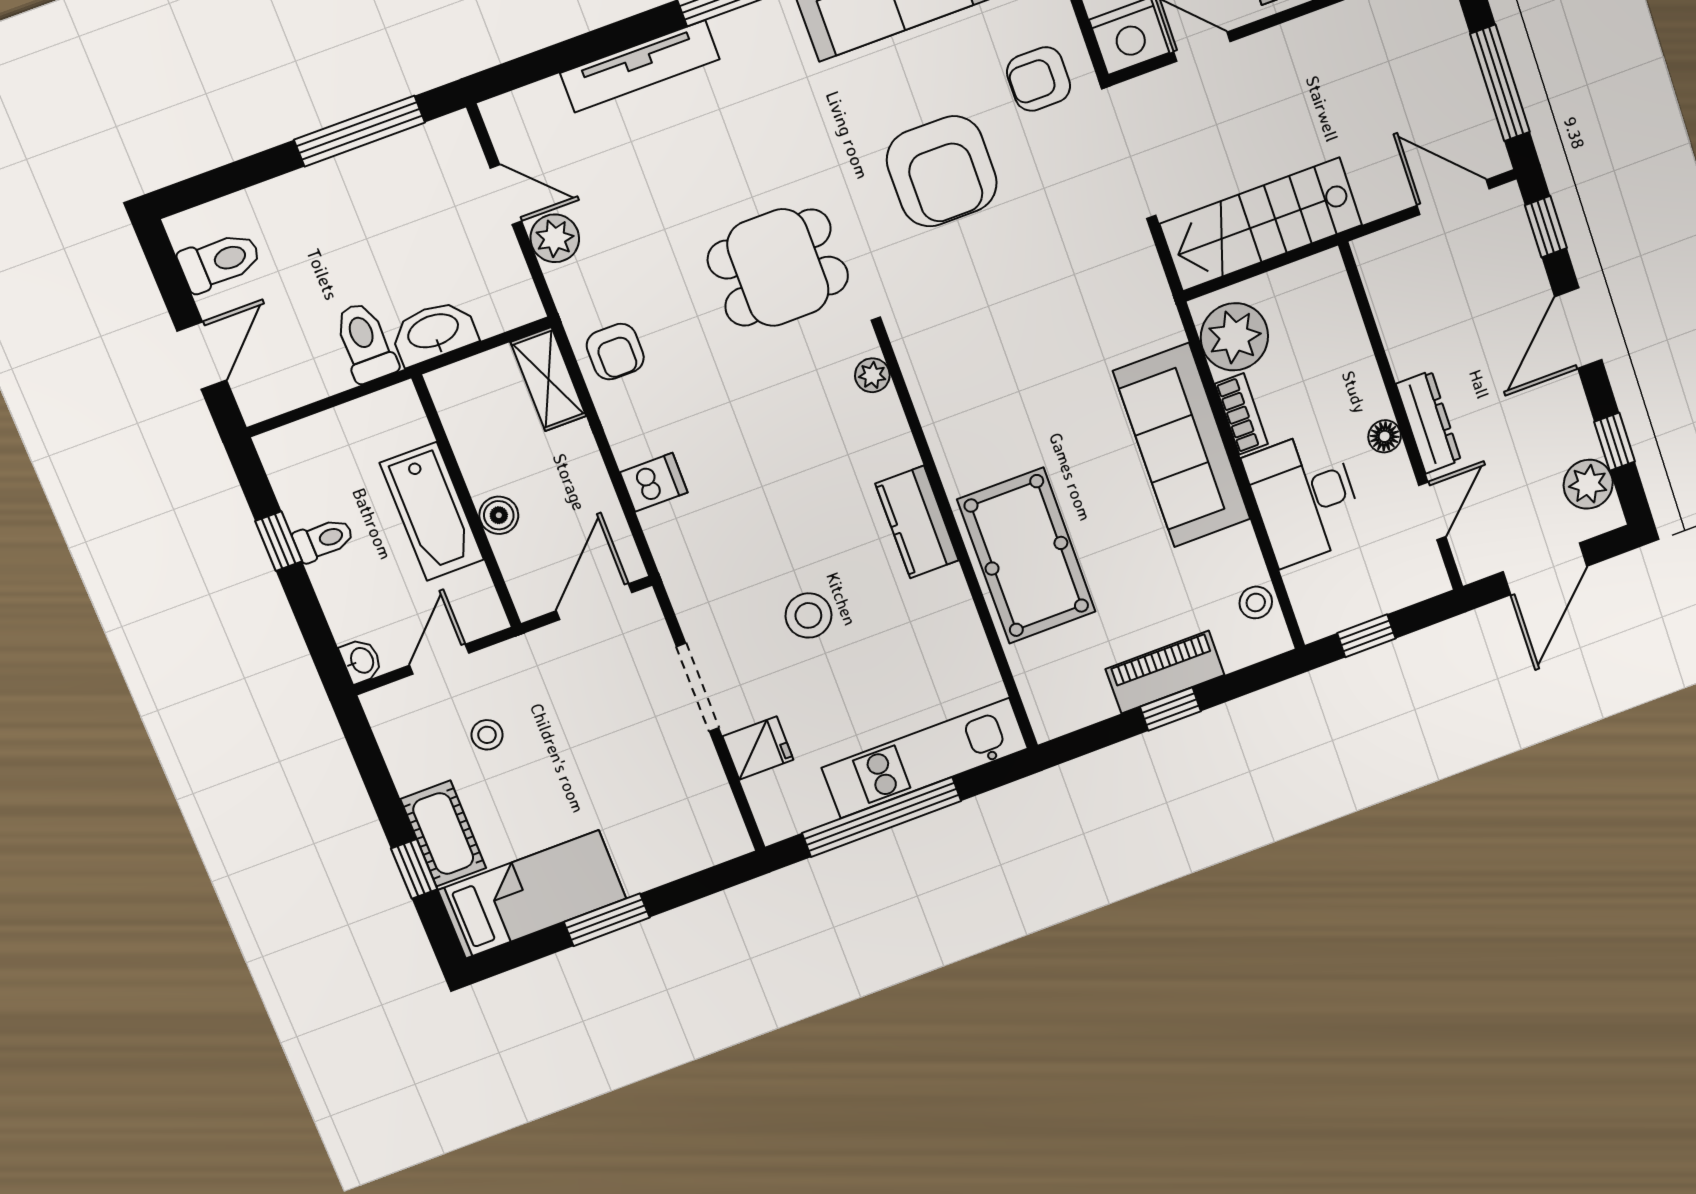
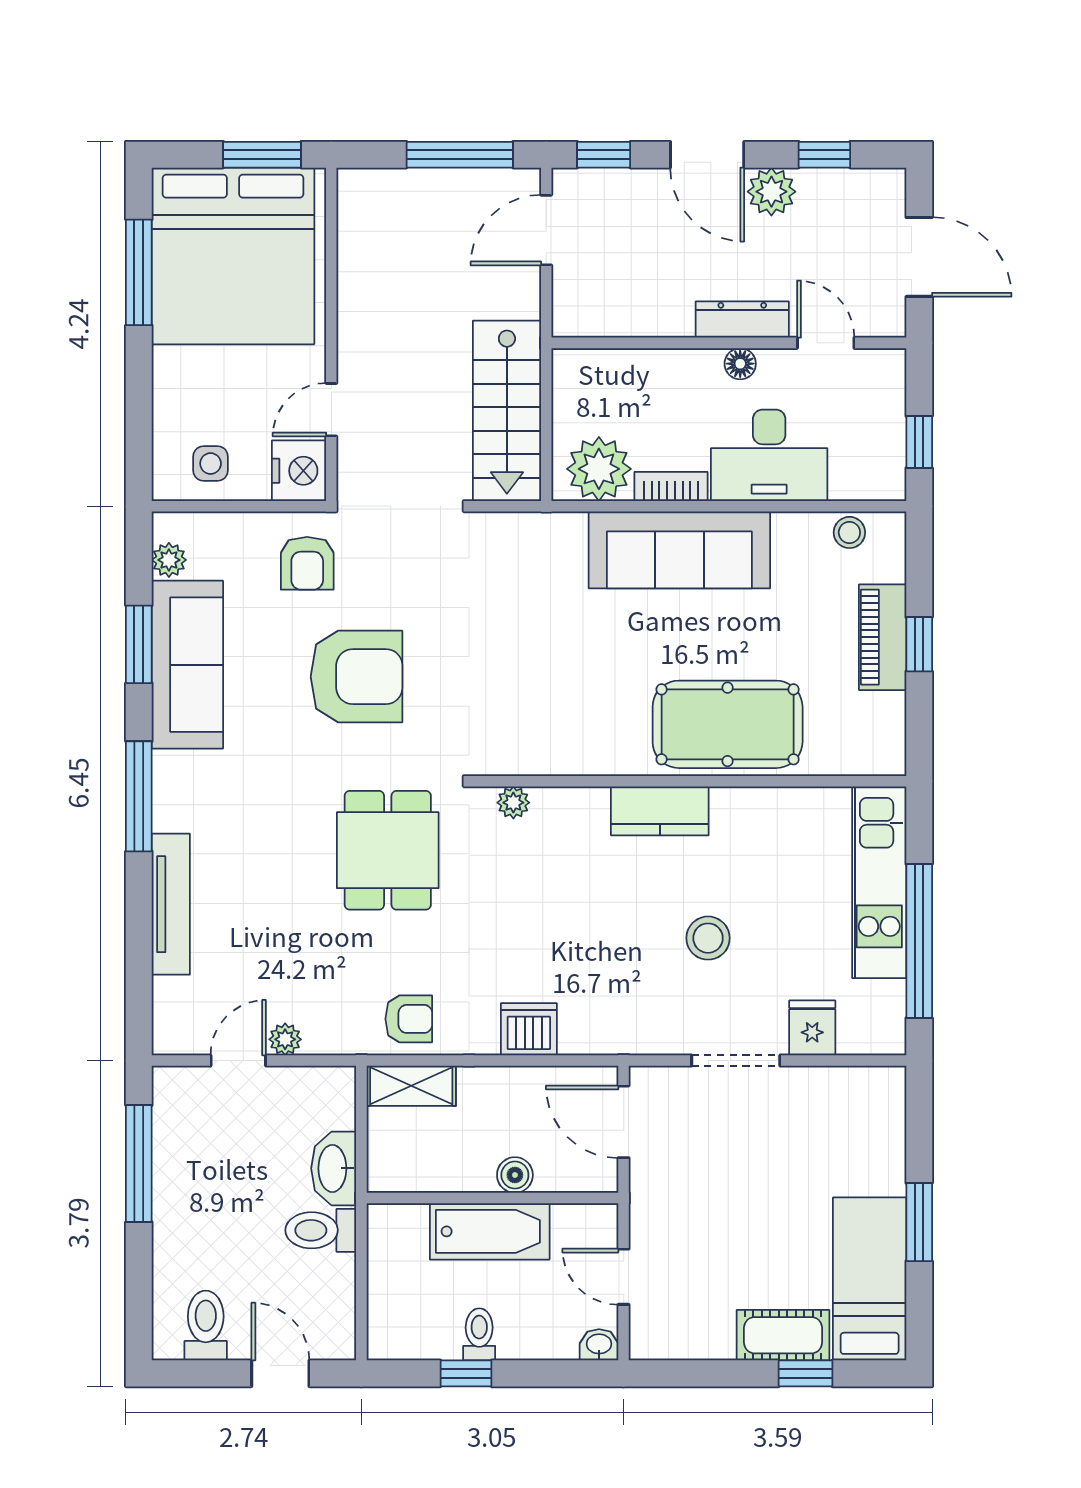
plant: (555, 238) -> (285, 1039), width x0.73, depth x0.73
dishwasher: (654, 482) -> (529, 1029), width x1.38
plant: (1588, 484) -> (771, 192), moved
stool: (487, 735) -> (708, 1262), removed

